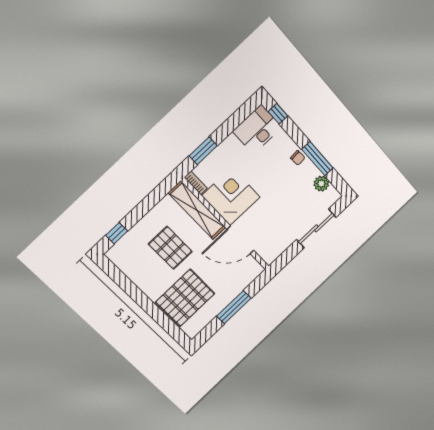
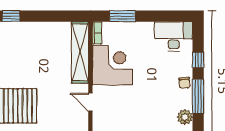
window: (278, 114) -> (198, 60), moved
door: (240, 240) -> (90, 102), width x0.53
pallet: (170, 248) -> (37, 61), removed

